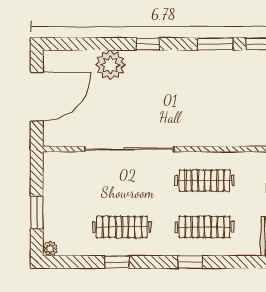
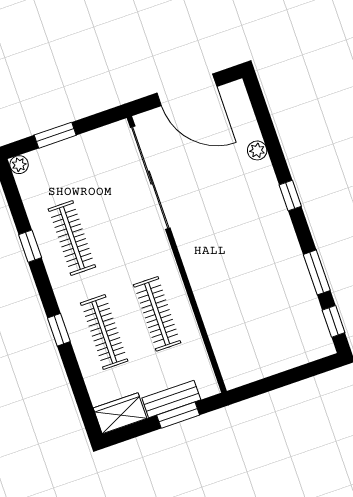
plant: (110, 65) -> (257, 150), width x0.53, depth x0.53
sliding door: (129, 149) -> (150, 178), moved

